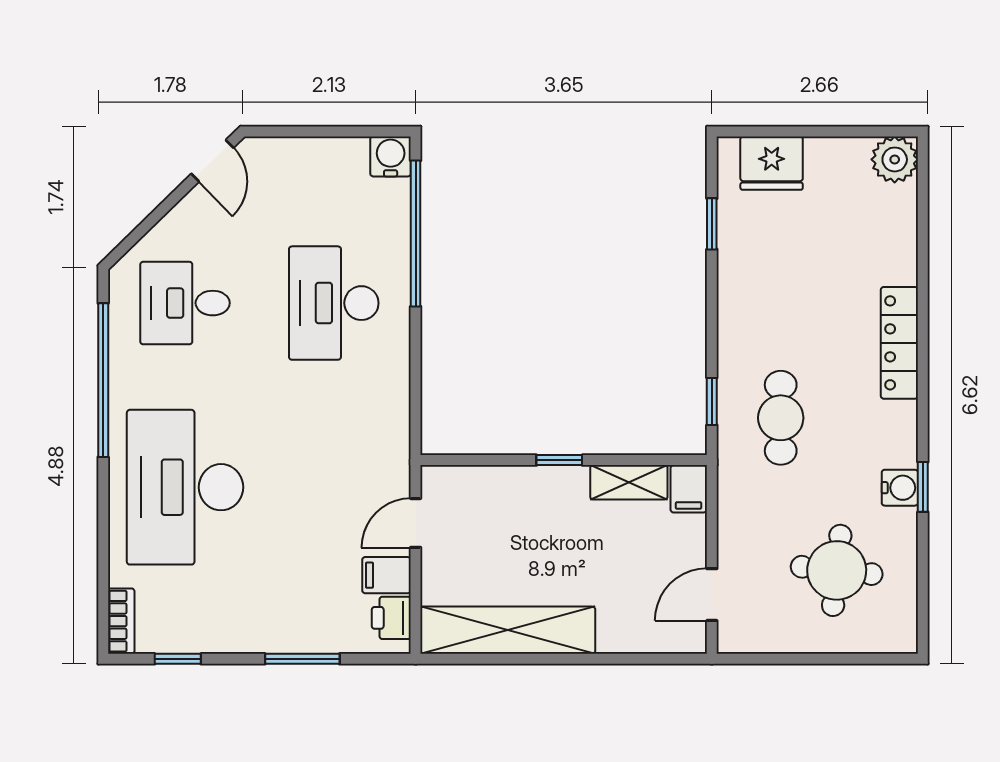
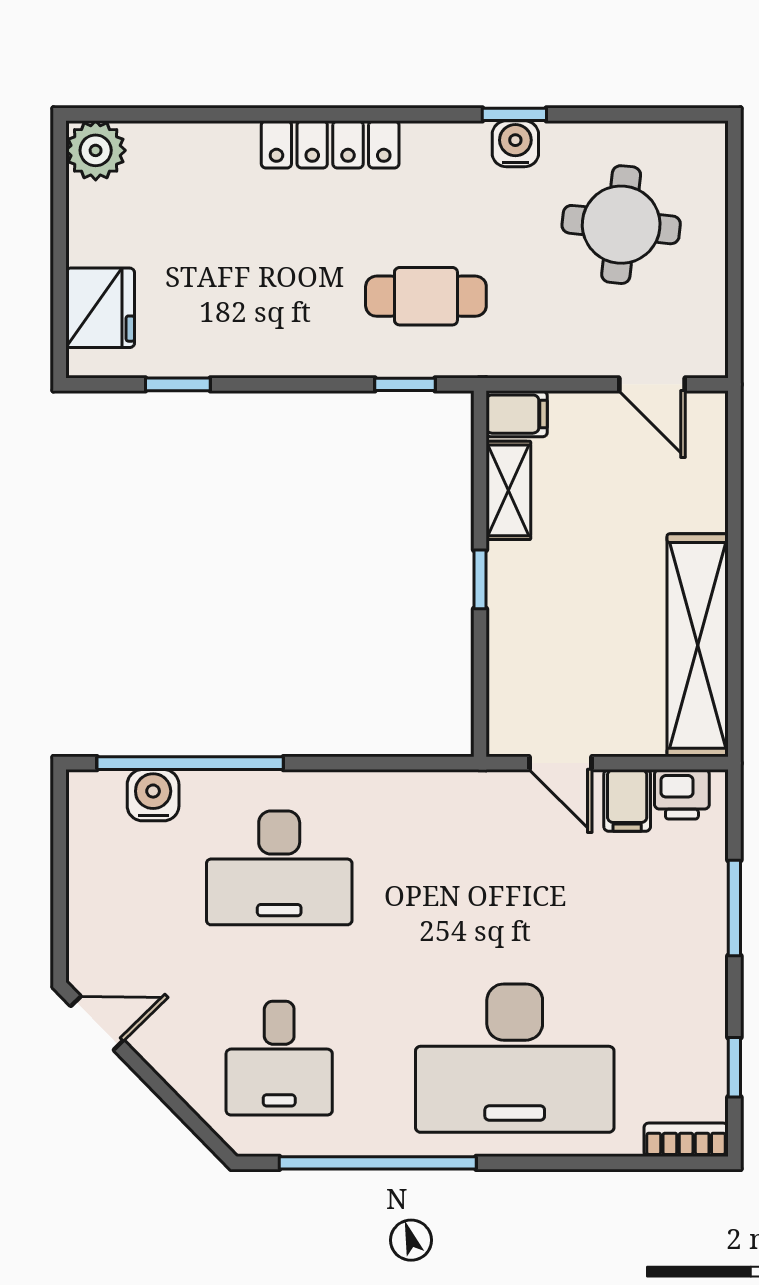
water cooler: (391, 156) -> (153, 795), moved, turned 90

